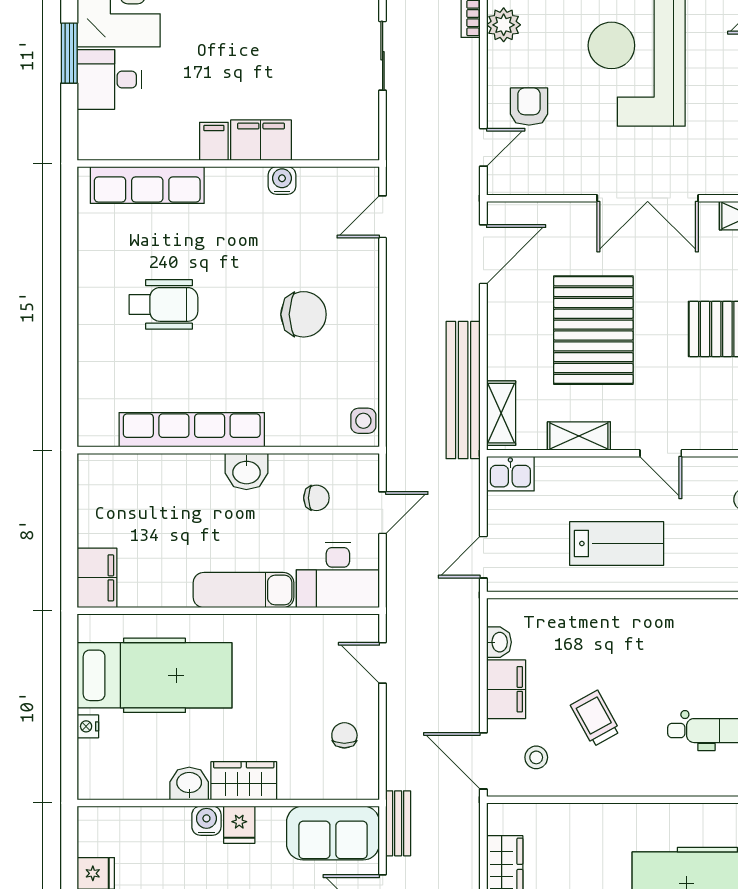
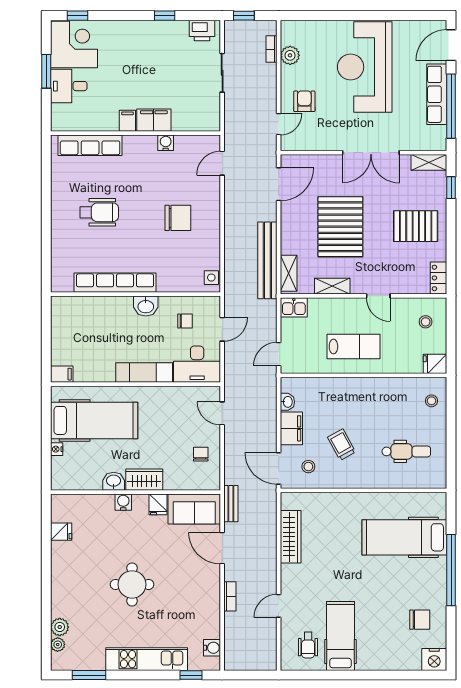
filing cabinet: (97, 578) -> (62, 374), width x0.50
fridge: (239, 825) -> (158, 504), moved

